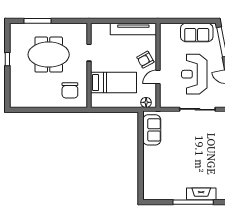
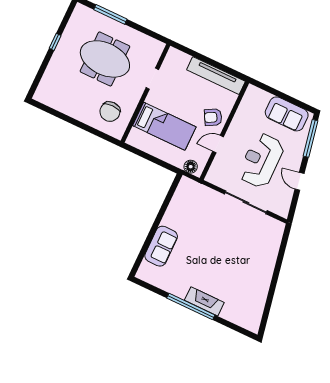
sofa: (152, 130) -> (161, 246), moved

